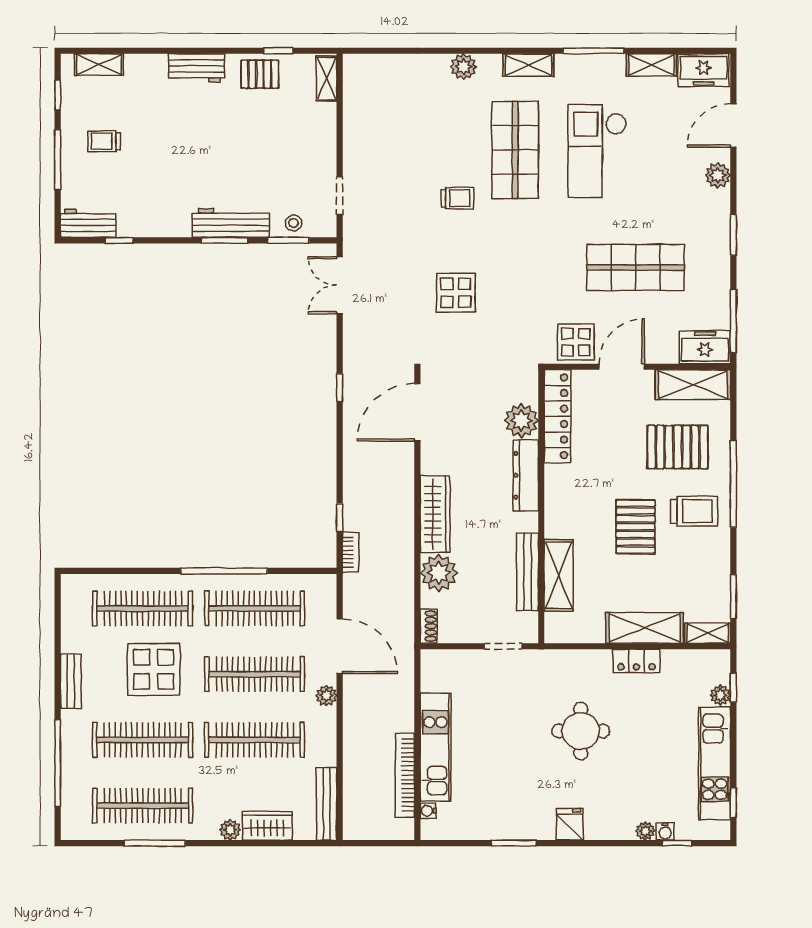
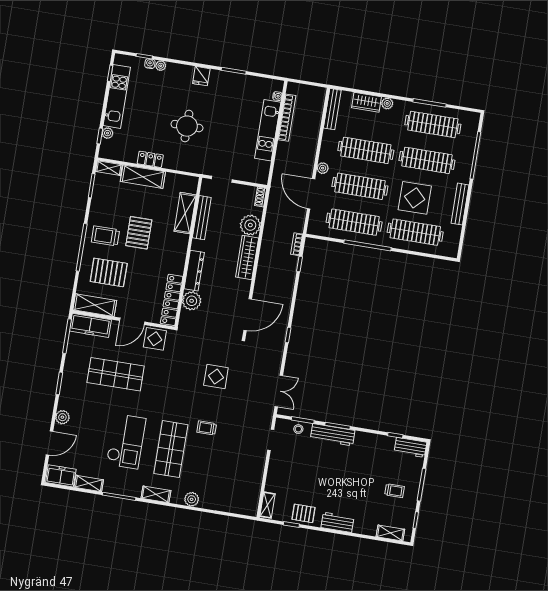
freezer: (705, 347) -> (90, 325), width x1.40
bench: (71, 681) -> (460, 204), width x1.36

